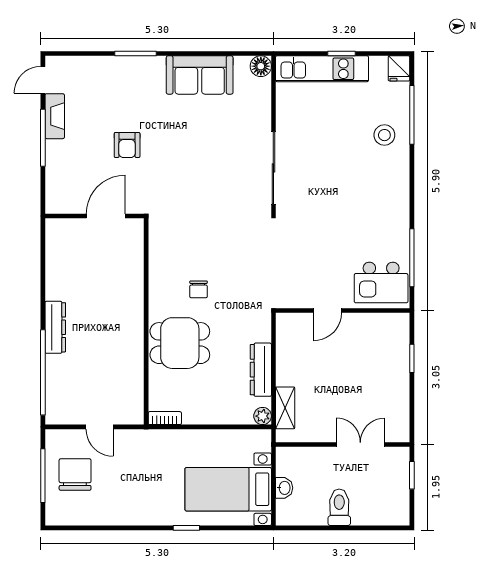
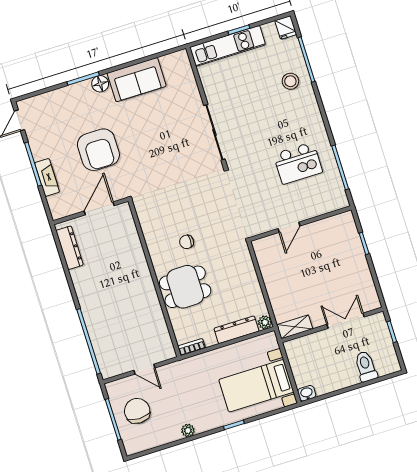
floor lamp: (261, 66) -> (100, 84), moved
fireplace: (55, 116) -> (47, 177), moved
armchair: (127, 145) -> (98, 150), width x1.88, depth x1.88
kitchen island: (381, 282) -> (298, 163), moved
chair: (199, 289) -> (187, 242), turned 90
dresser: (55, 327) -> (70, 248), moved
dresser: (261, 370) -> (236, 330), moved, turned 90
shelving: (285, 408) -> (295, 327), moved, turned 90
washbasin: (284, 488) -> (307, 393), moved, turned -90
toilet: (339, 507) -> (366, 366), moved
plant: (129, 517) -> (188, 430), added

